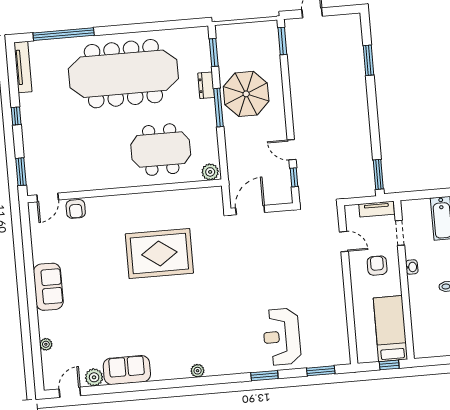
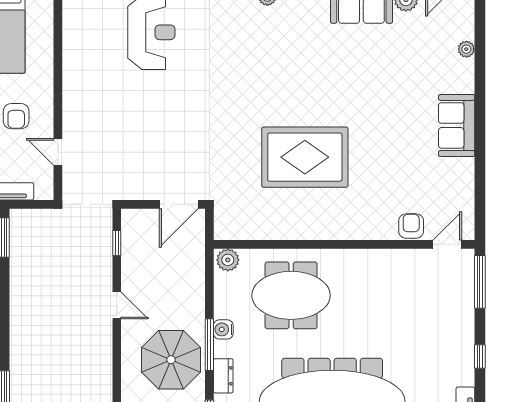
water cooler: (209, 120) -> (223, 329), added
door: (292, 150) -> (117, 305), moved
window: (21, 172) -> (480, 282), width x1.44

